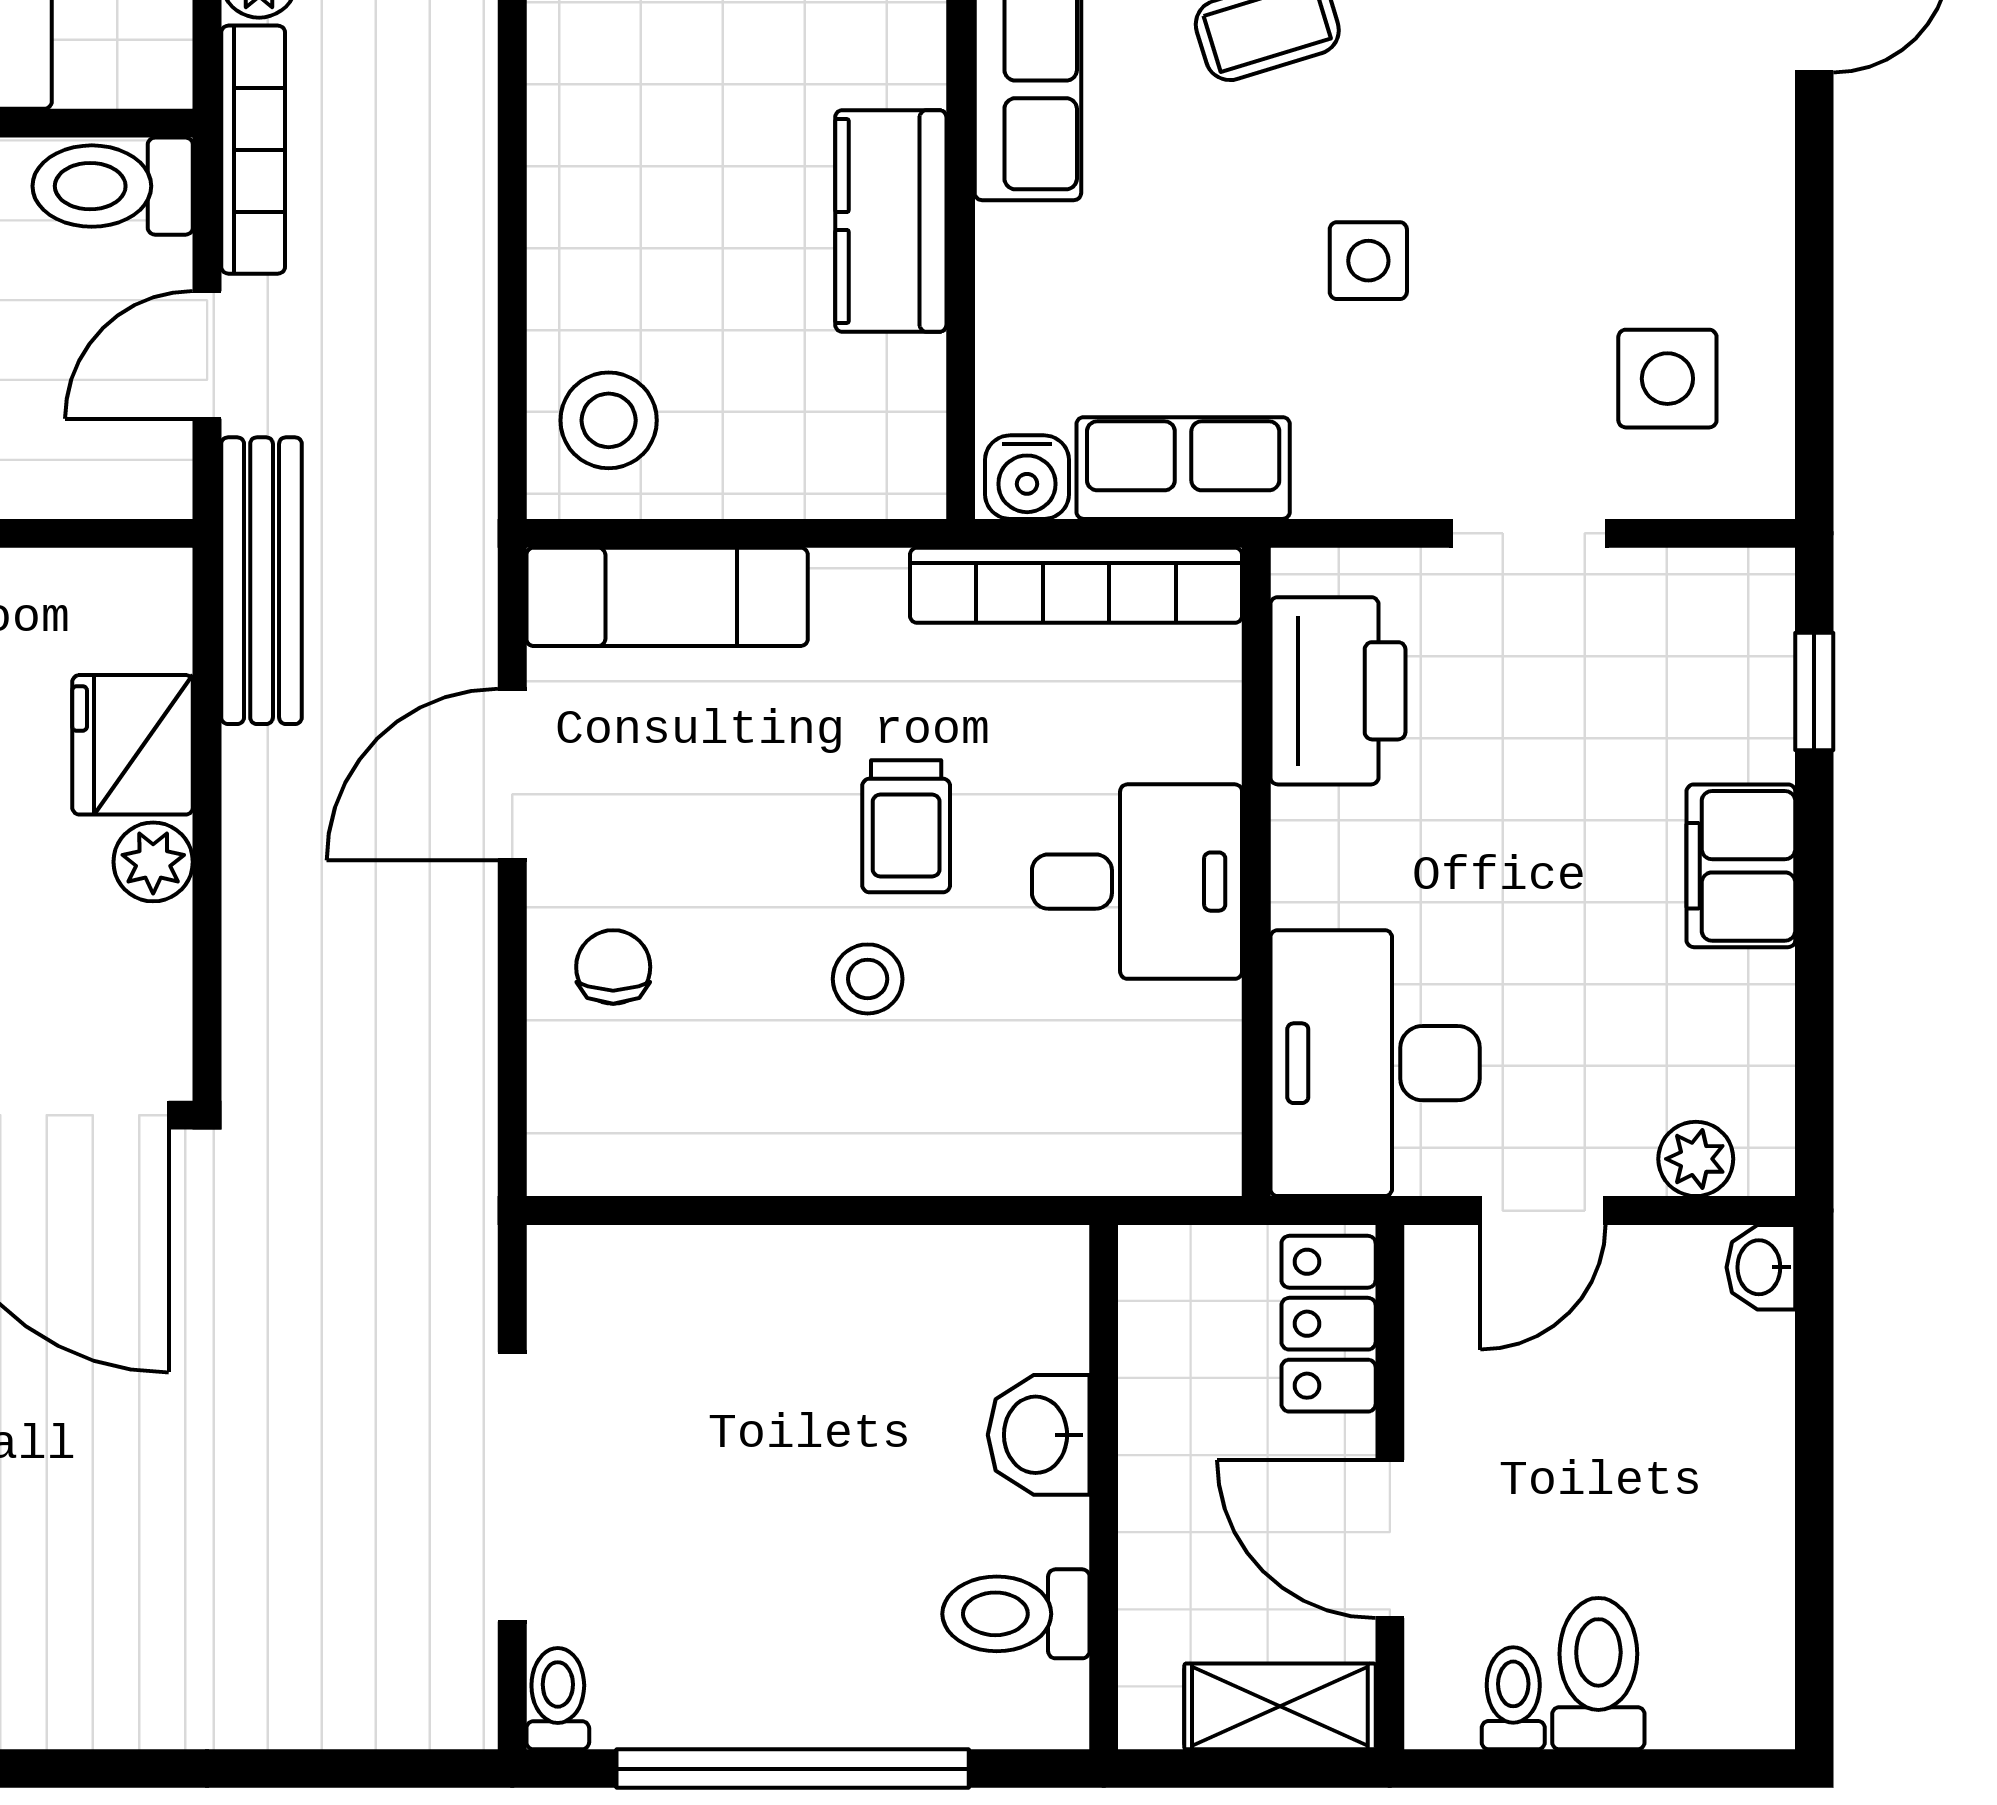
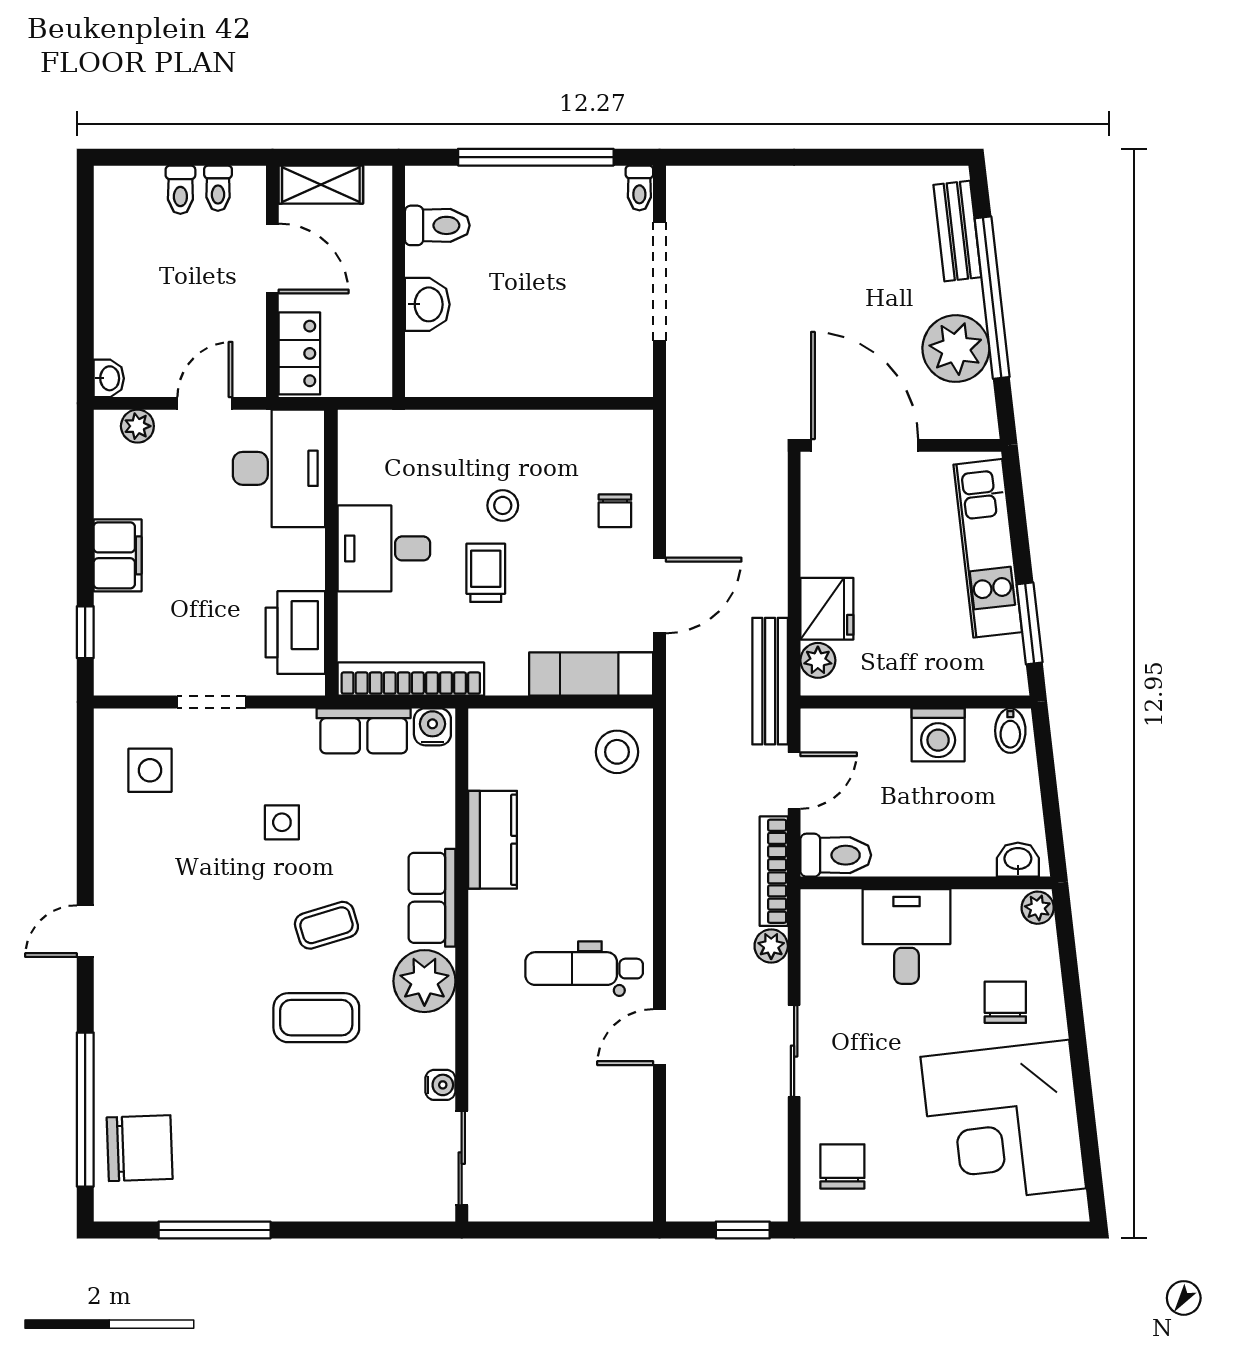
plant: (153, 862) -> (818, 660), moved
toilet: (1598, 1674) -> (180, 190), width x0.73, depth x0.72

